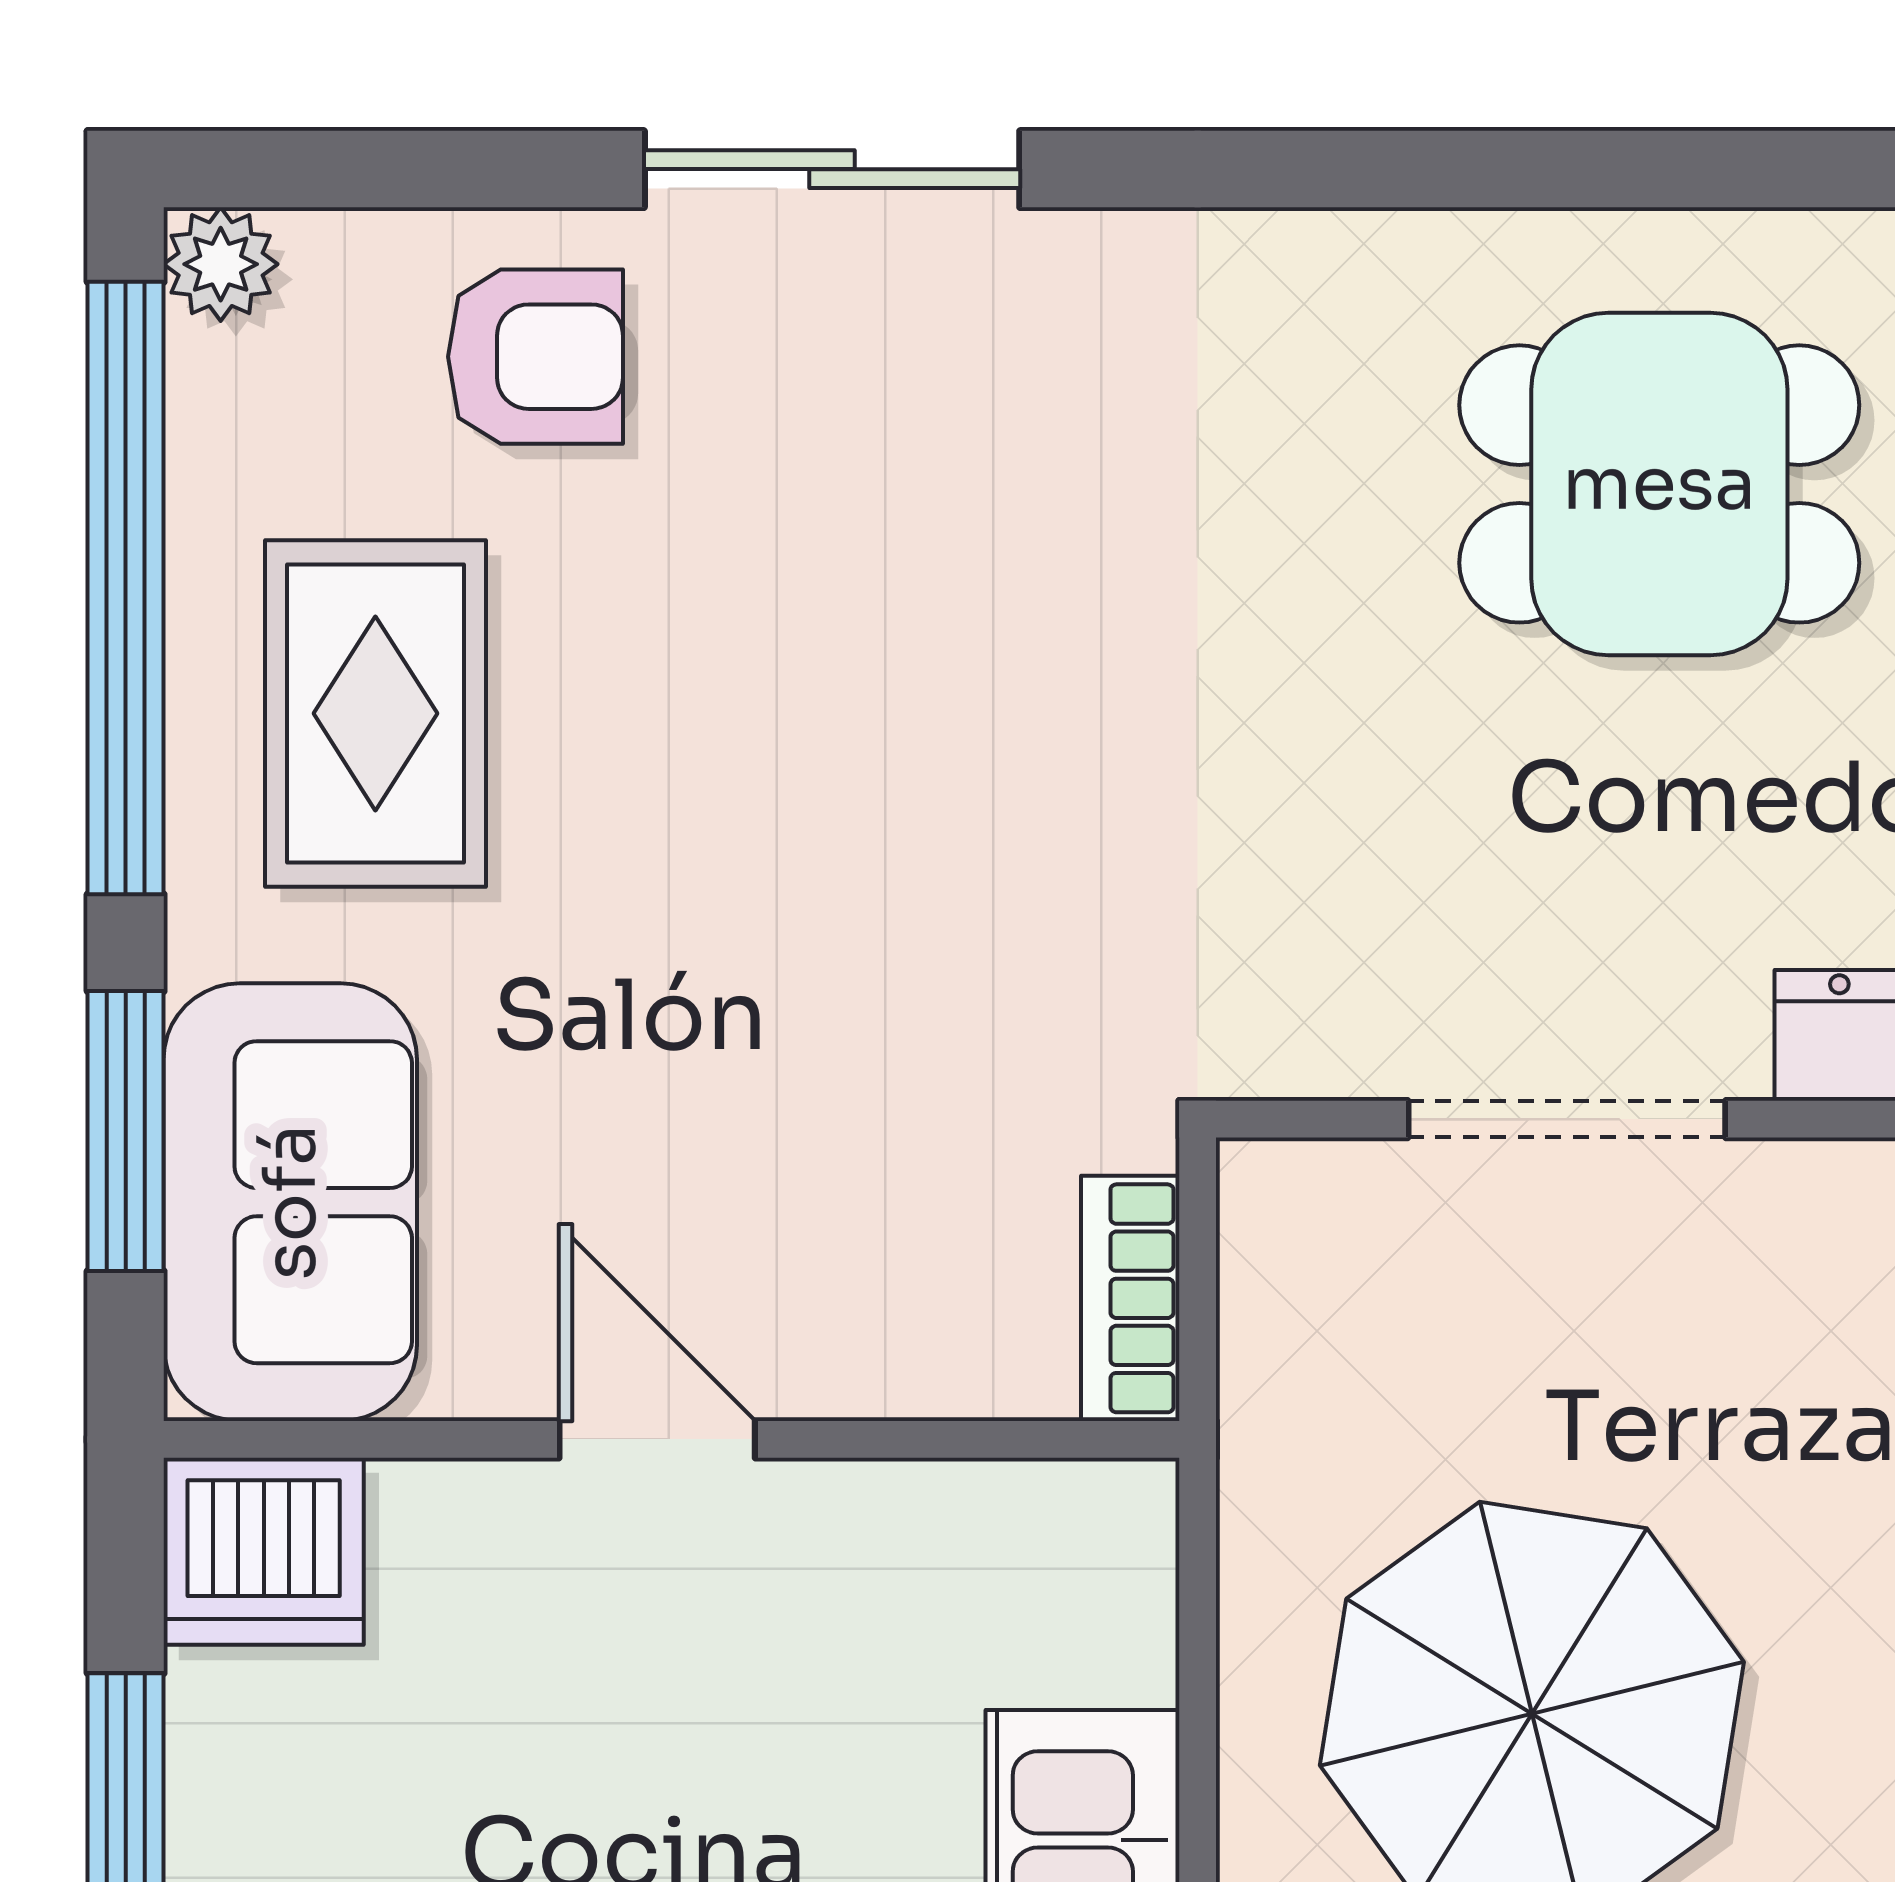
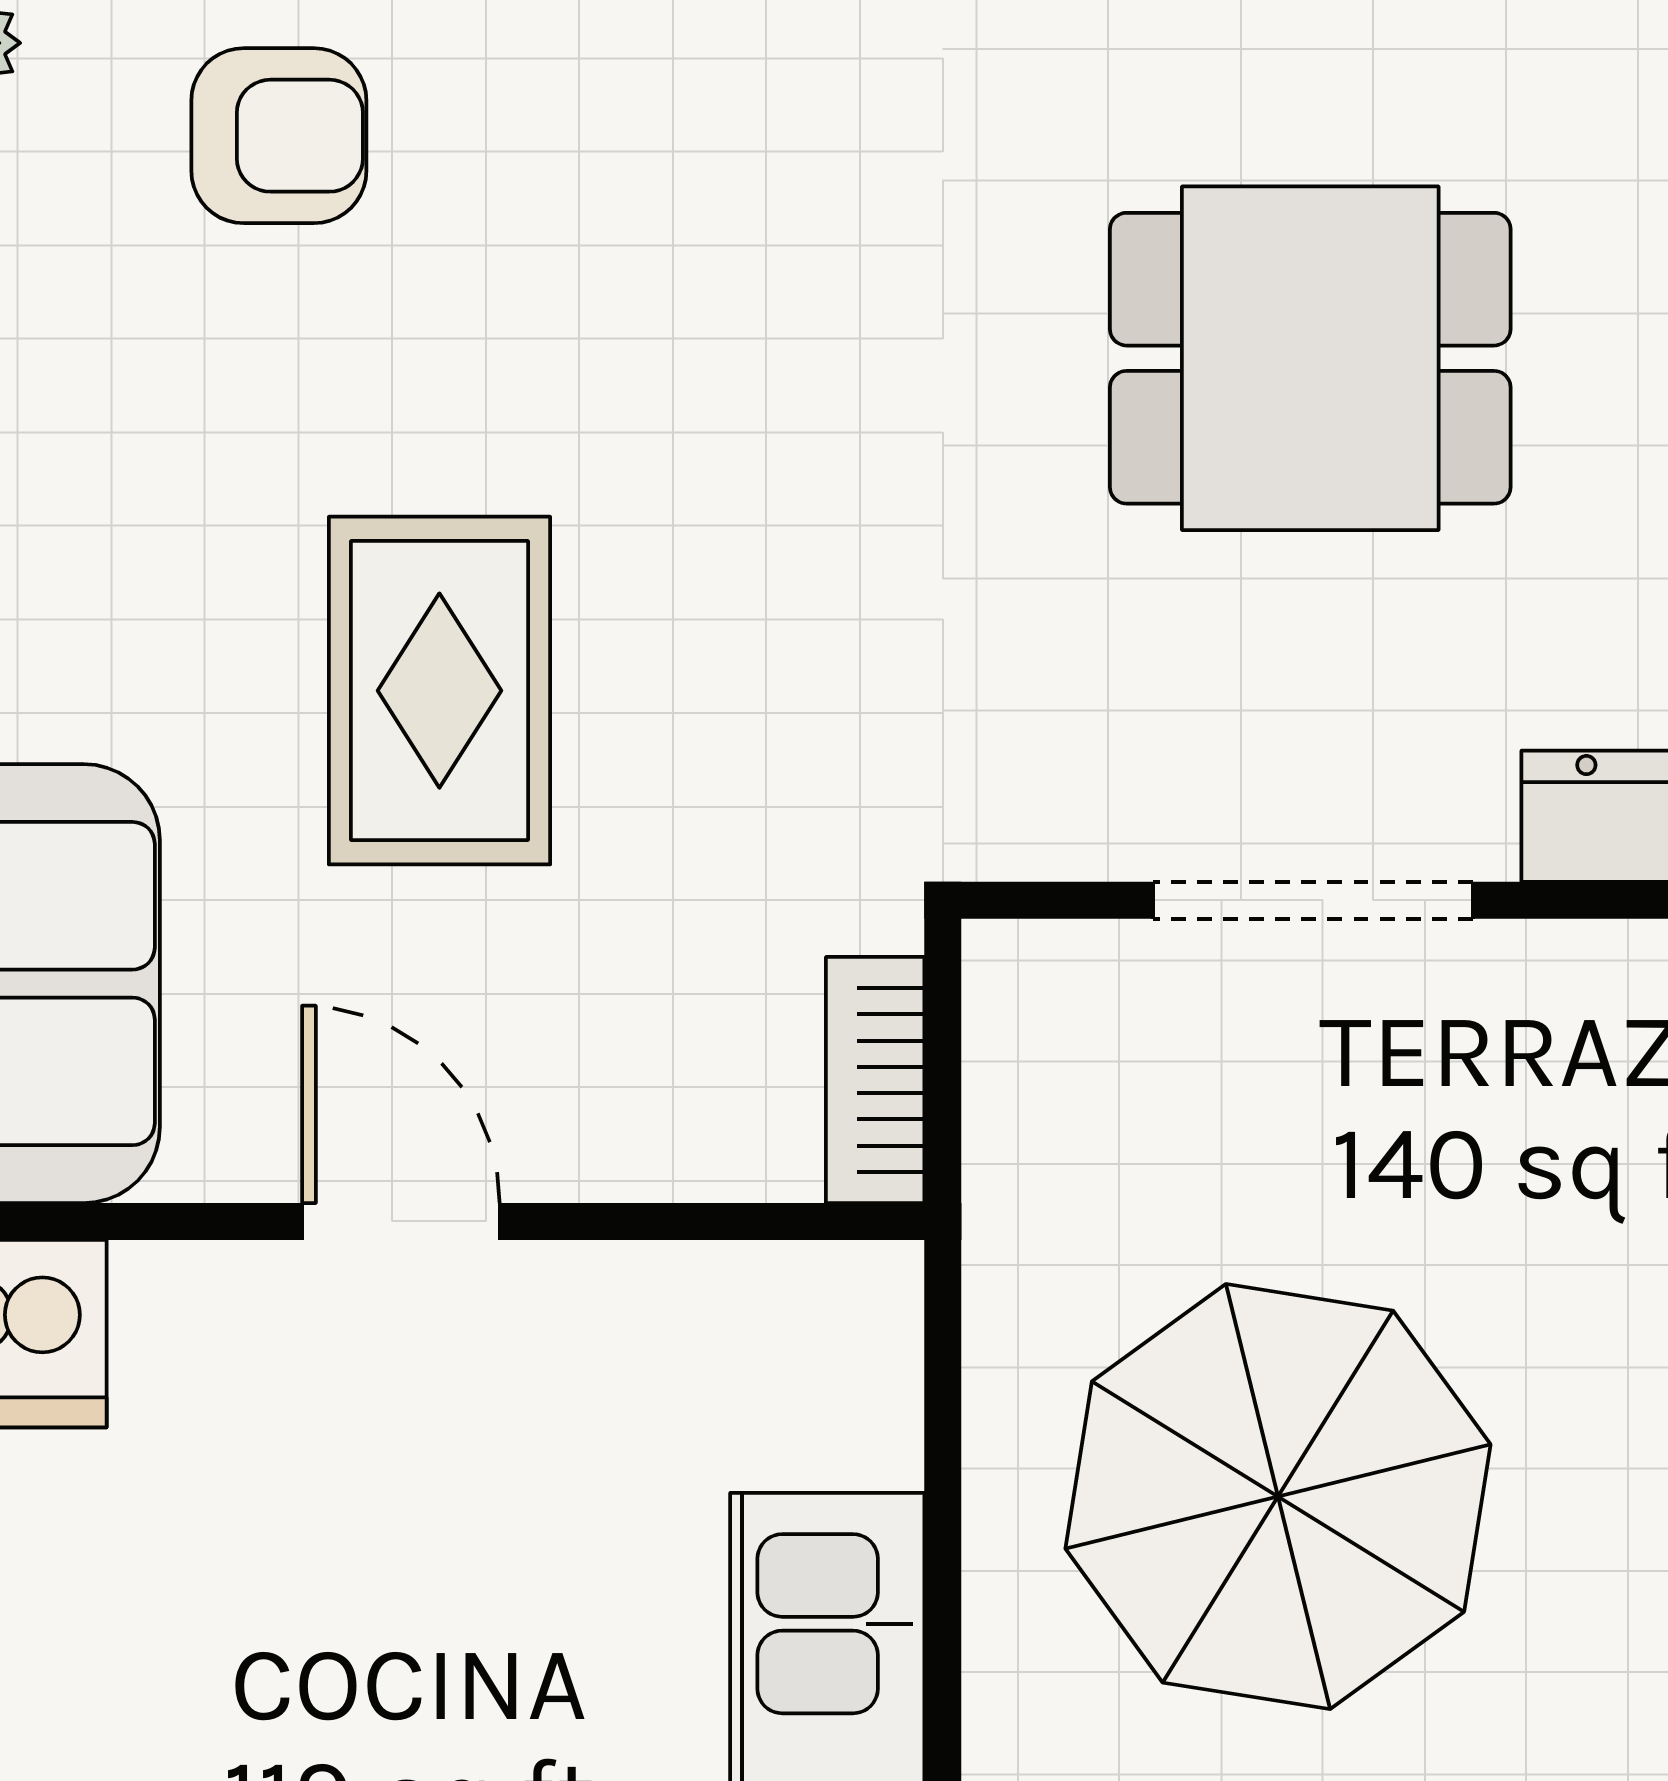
dining table: (1659, 484) -> (1310, 358), moved
rug: (375, 713) -> (439, 691), moved

